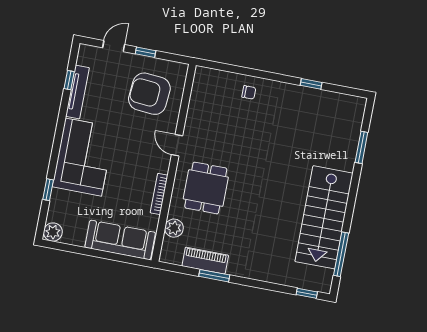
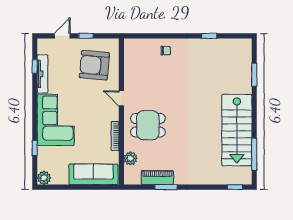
dining table: (206, 188) -> (148, 125), turned 90

